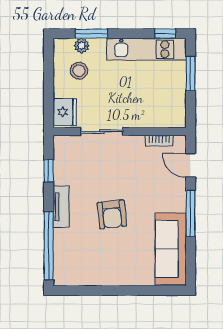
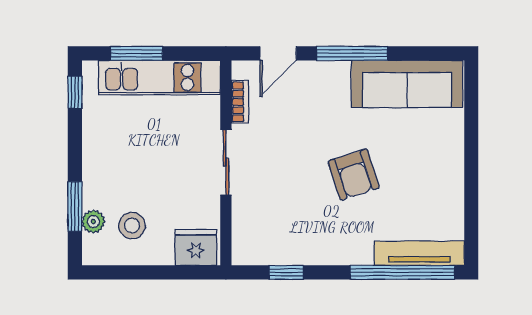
kitchen unit: (147, 49) -> (159, 77), moved, turned 90
sliding door: (102, 132) -> (226, 162), moved
tv unit: (61, 207) -> (419, 253), moved, width x1.41
armchair: (112, 214) -> (354, 175), turned 78

